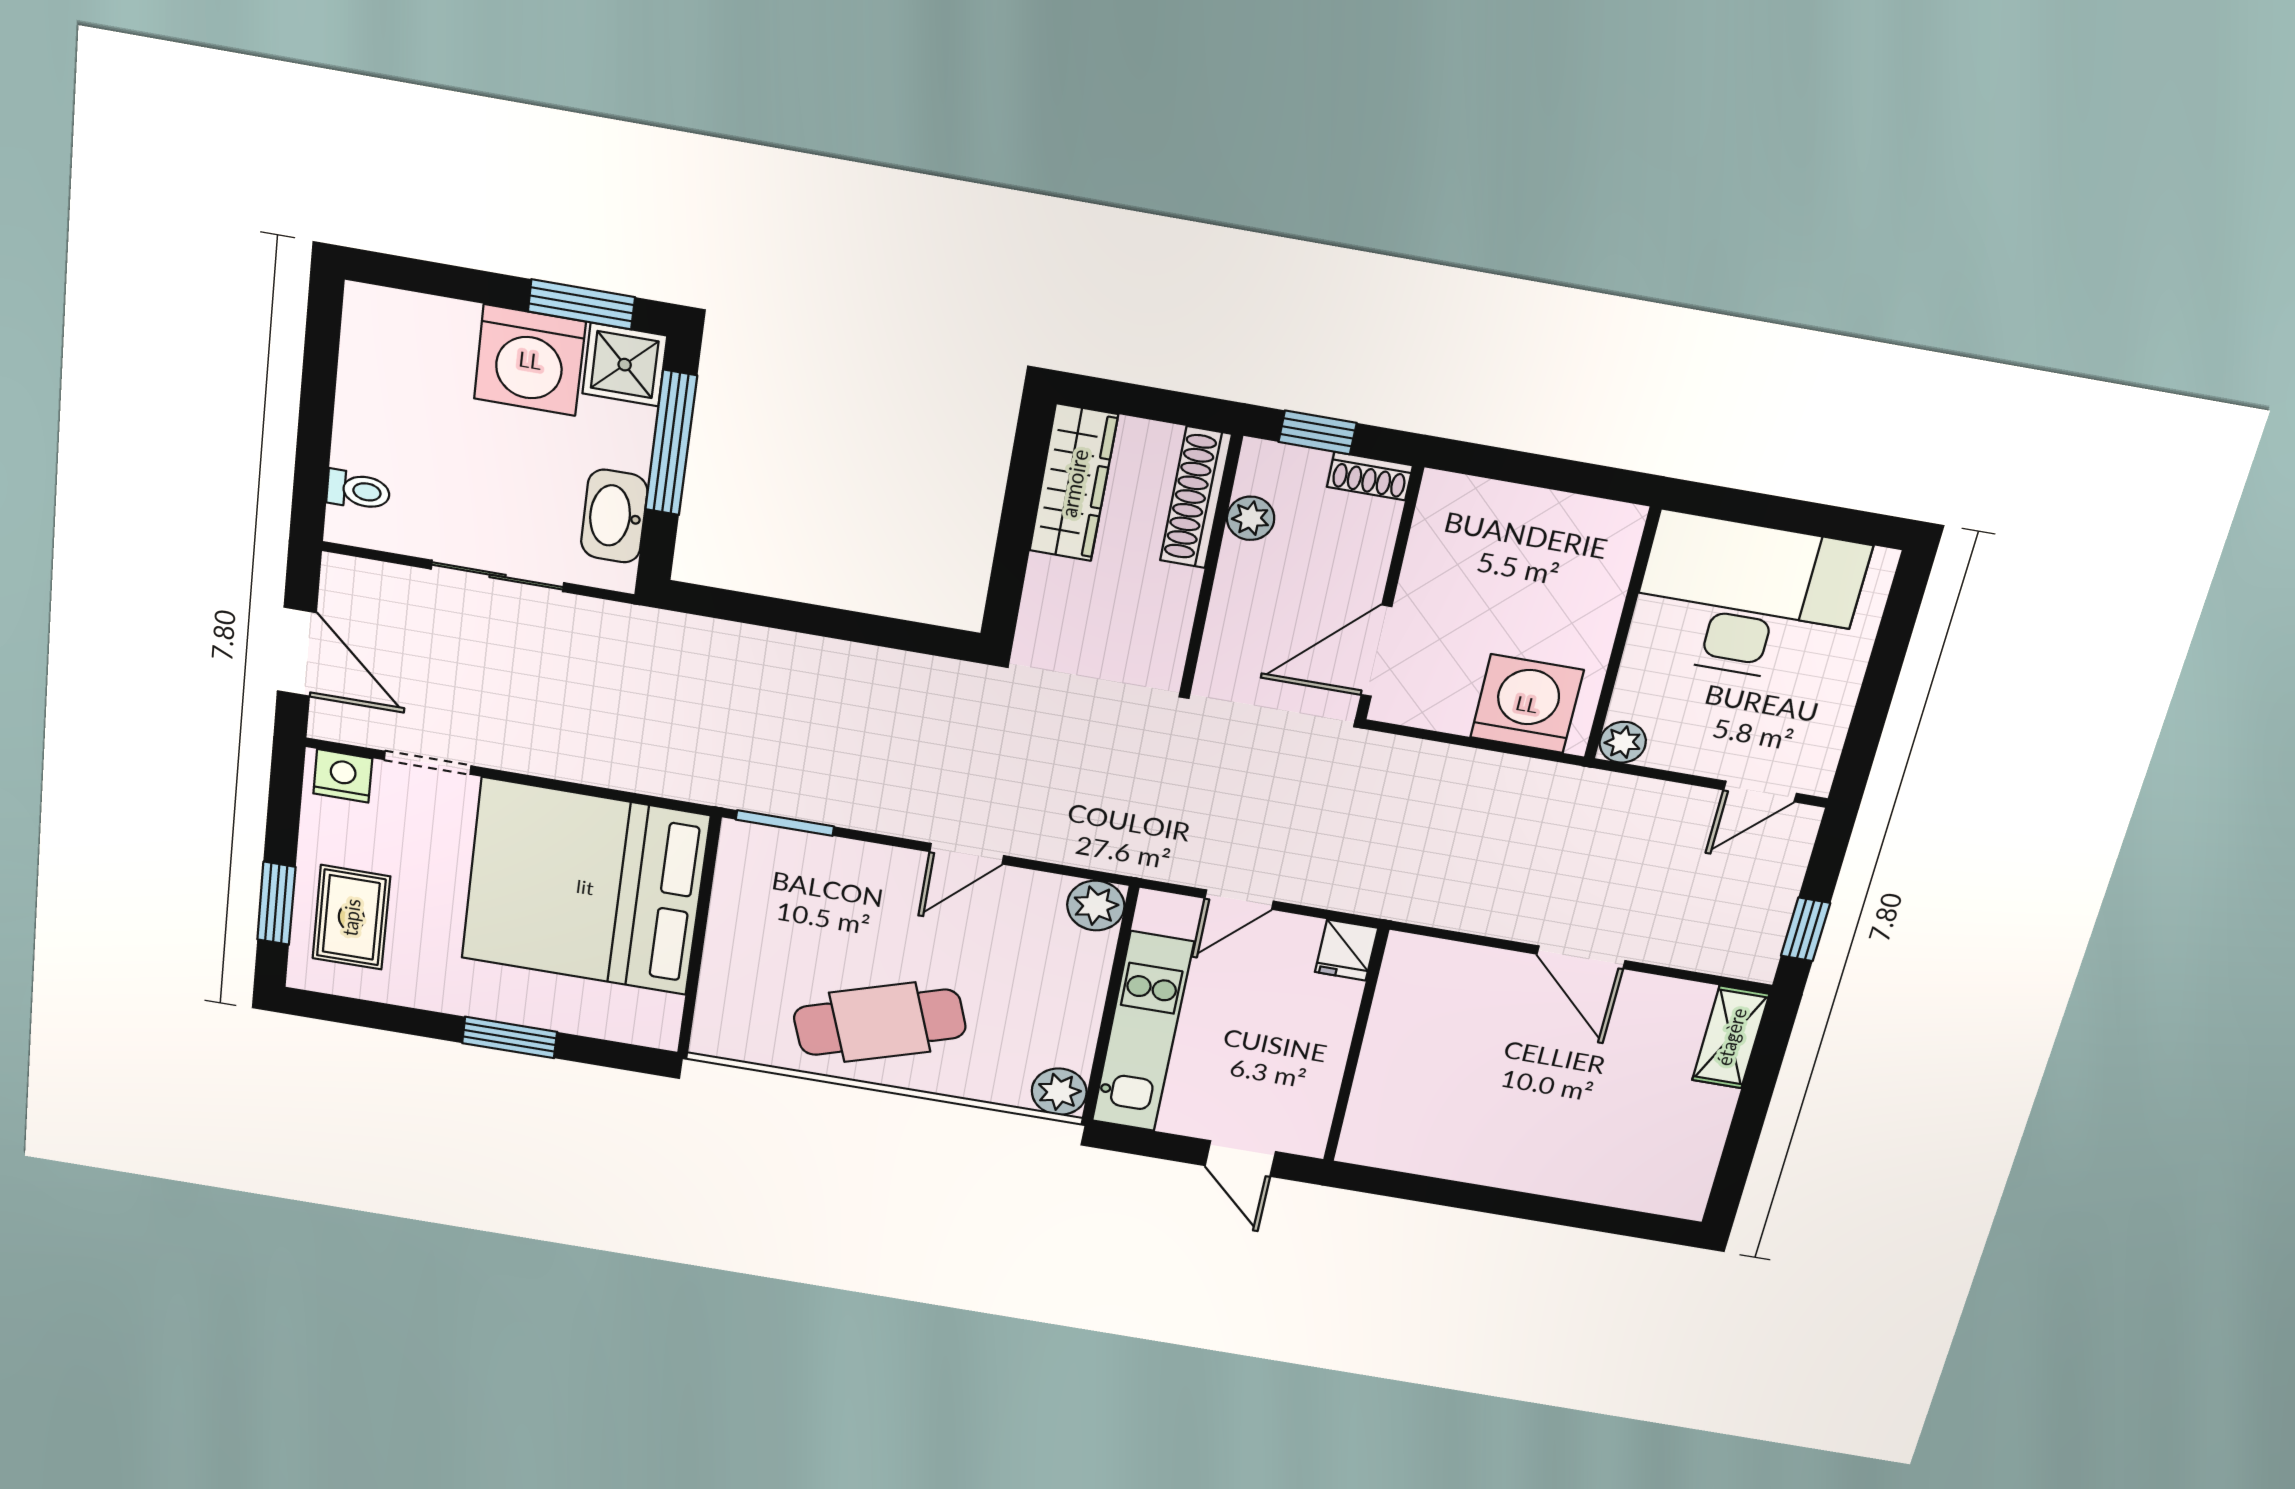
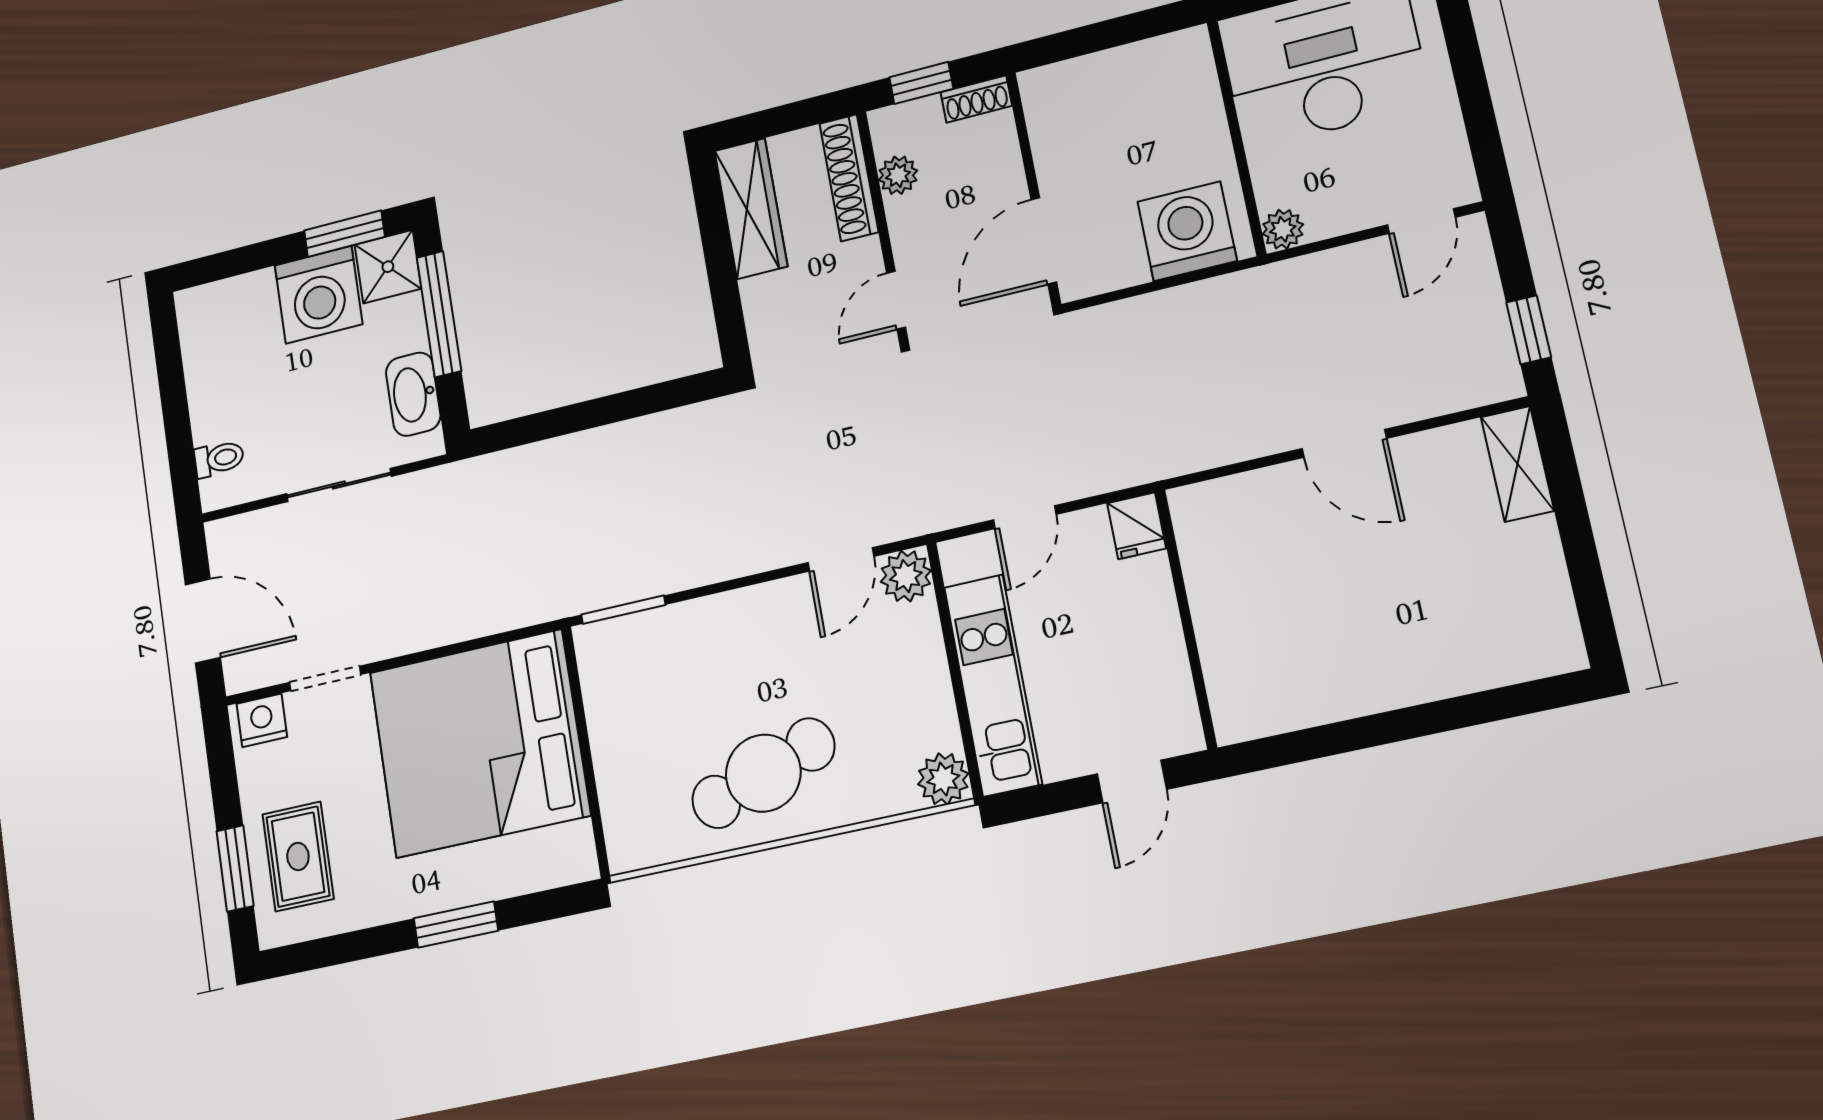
door: (1195, 644) -> (896, 300), added
door: (967, 854) -> (841, 560), moved
door: (1240, 1159) -> (1132, 782), hinge flipped

